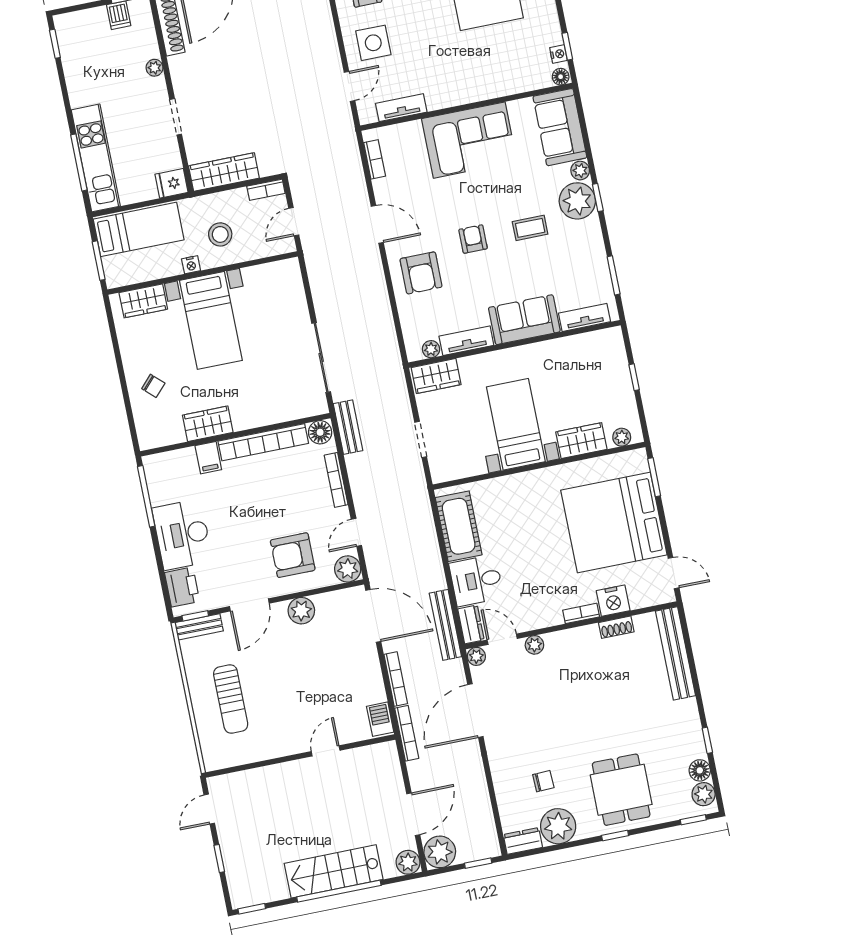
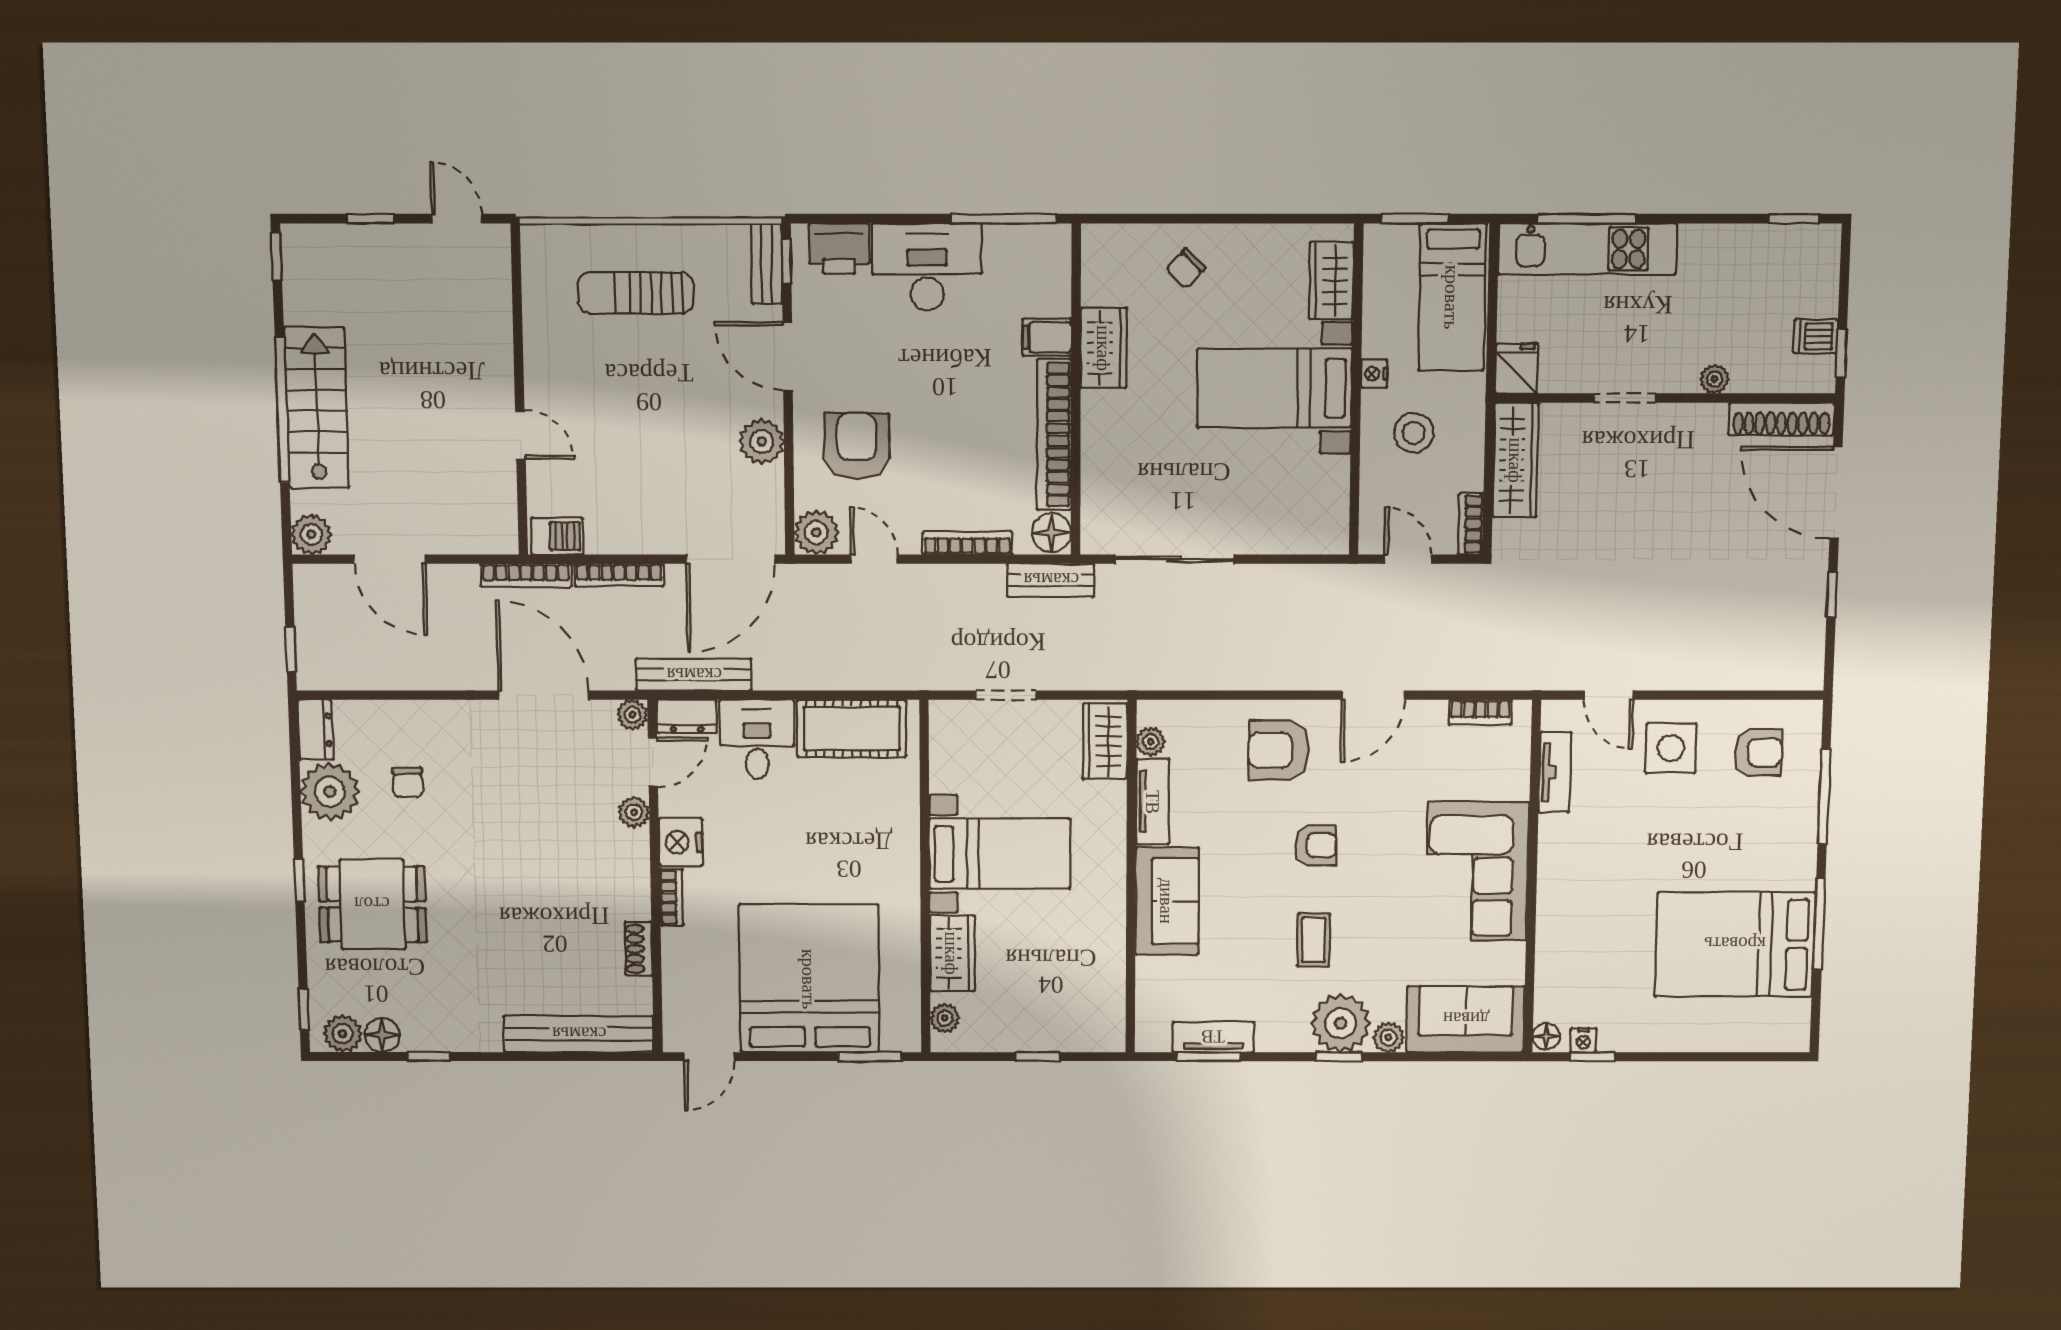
tv unit: (585, 317) -> (1213, 1037), moved, turned -90
nightstand: (613, 601) -> (681, 842), moved
plant: (440, 852) -> (320, 590), removed

